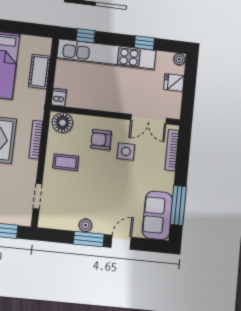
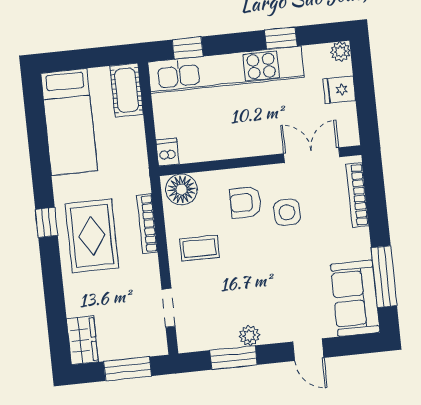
cot: (40, 72) -> (127, 90), moved
double door: (149, 119) -> (312, 155), swing flipped
window: (89, 239) -> (234, 358), moved
door: (121, 242) -> (308, 350), swing flipped

